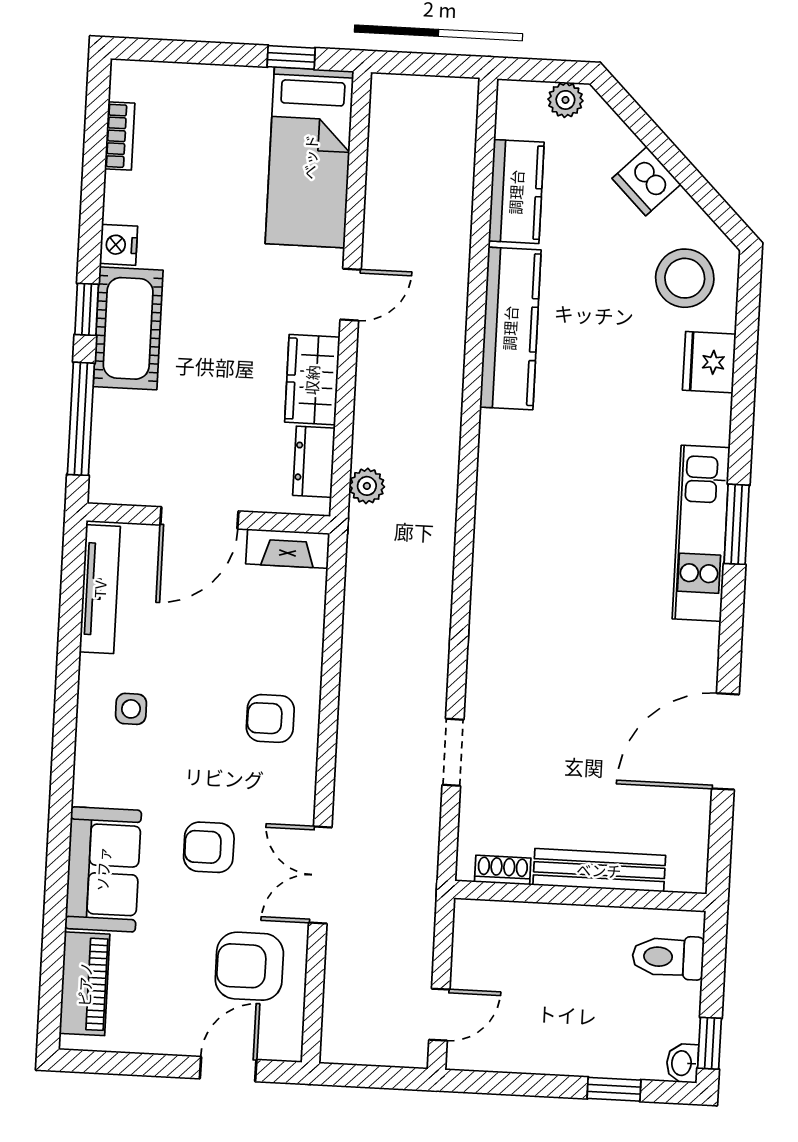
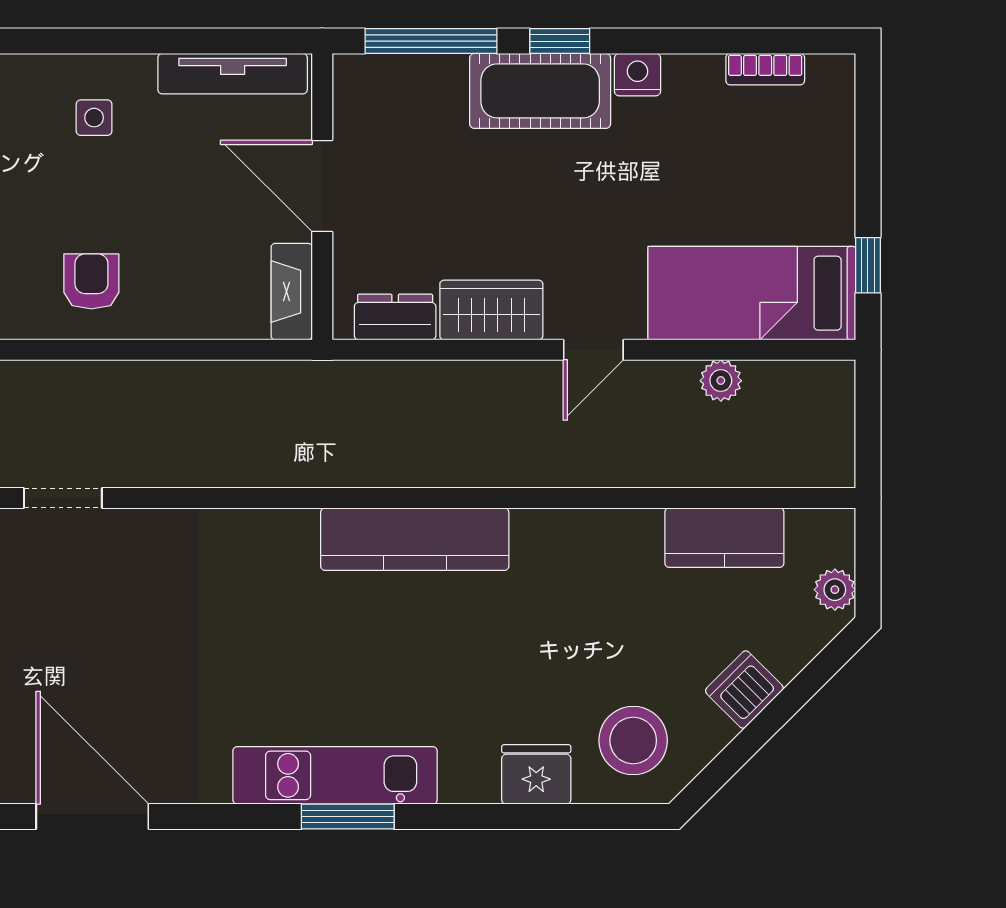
door: (351, 295) -> (593, 350), hinge flipped
kitchen counter: (510, 328) -> (415, 539), moved
plant: (367, 486) -> (721, 381), moved

